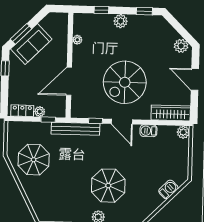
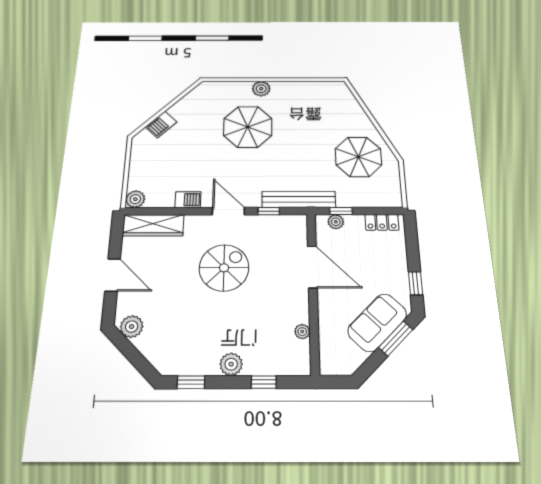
door: (69, 81) -> (312, 267), hinge flipped
spiral stairs: (125, 82) -> (224, 268), width x0.73, depth x0.73
plant: (40, 112) -> (336, 222), moved

